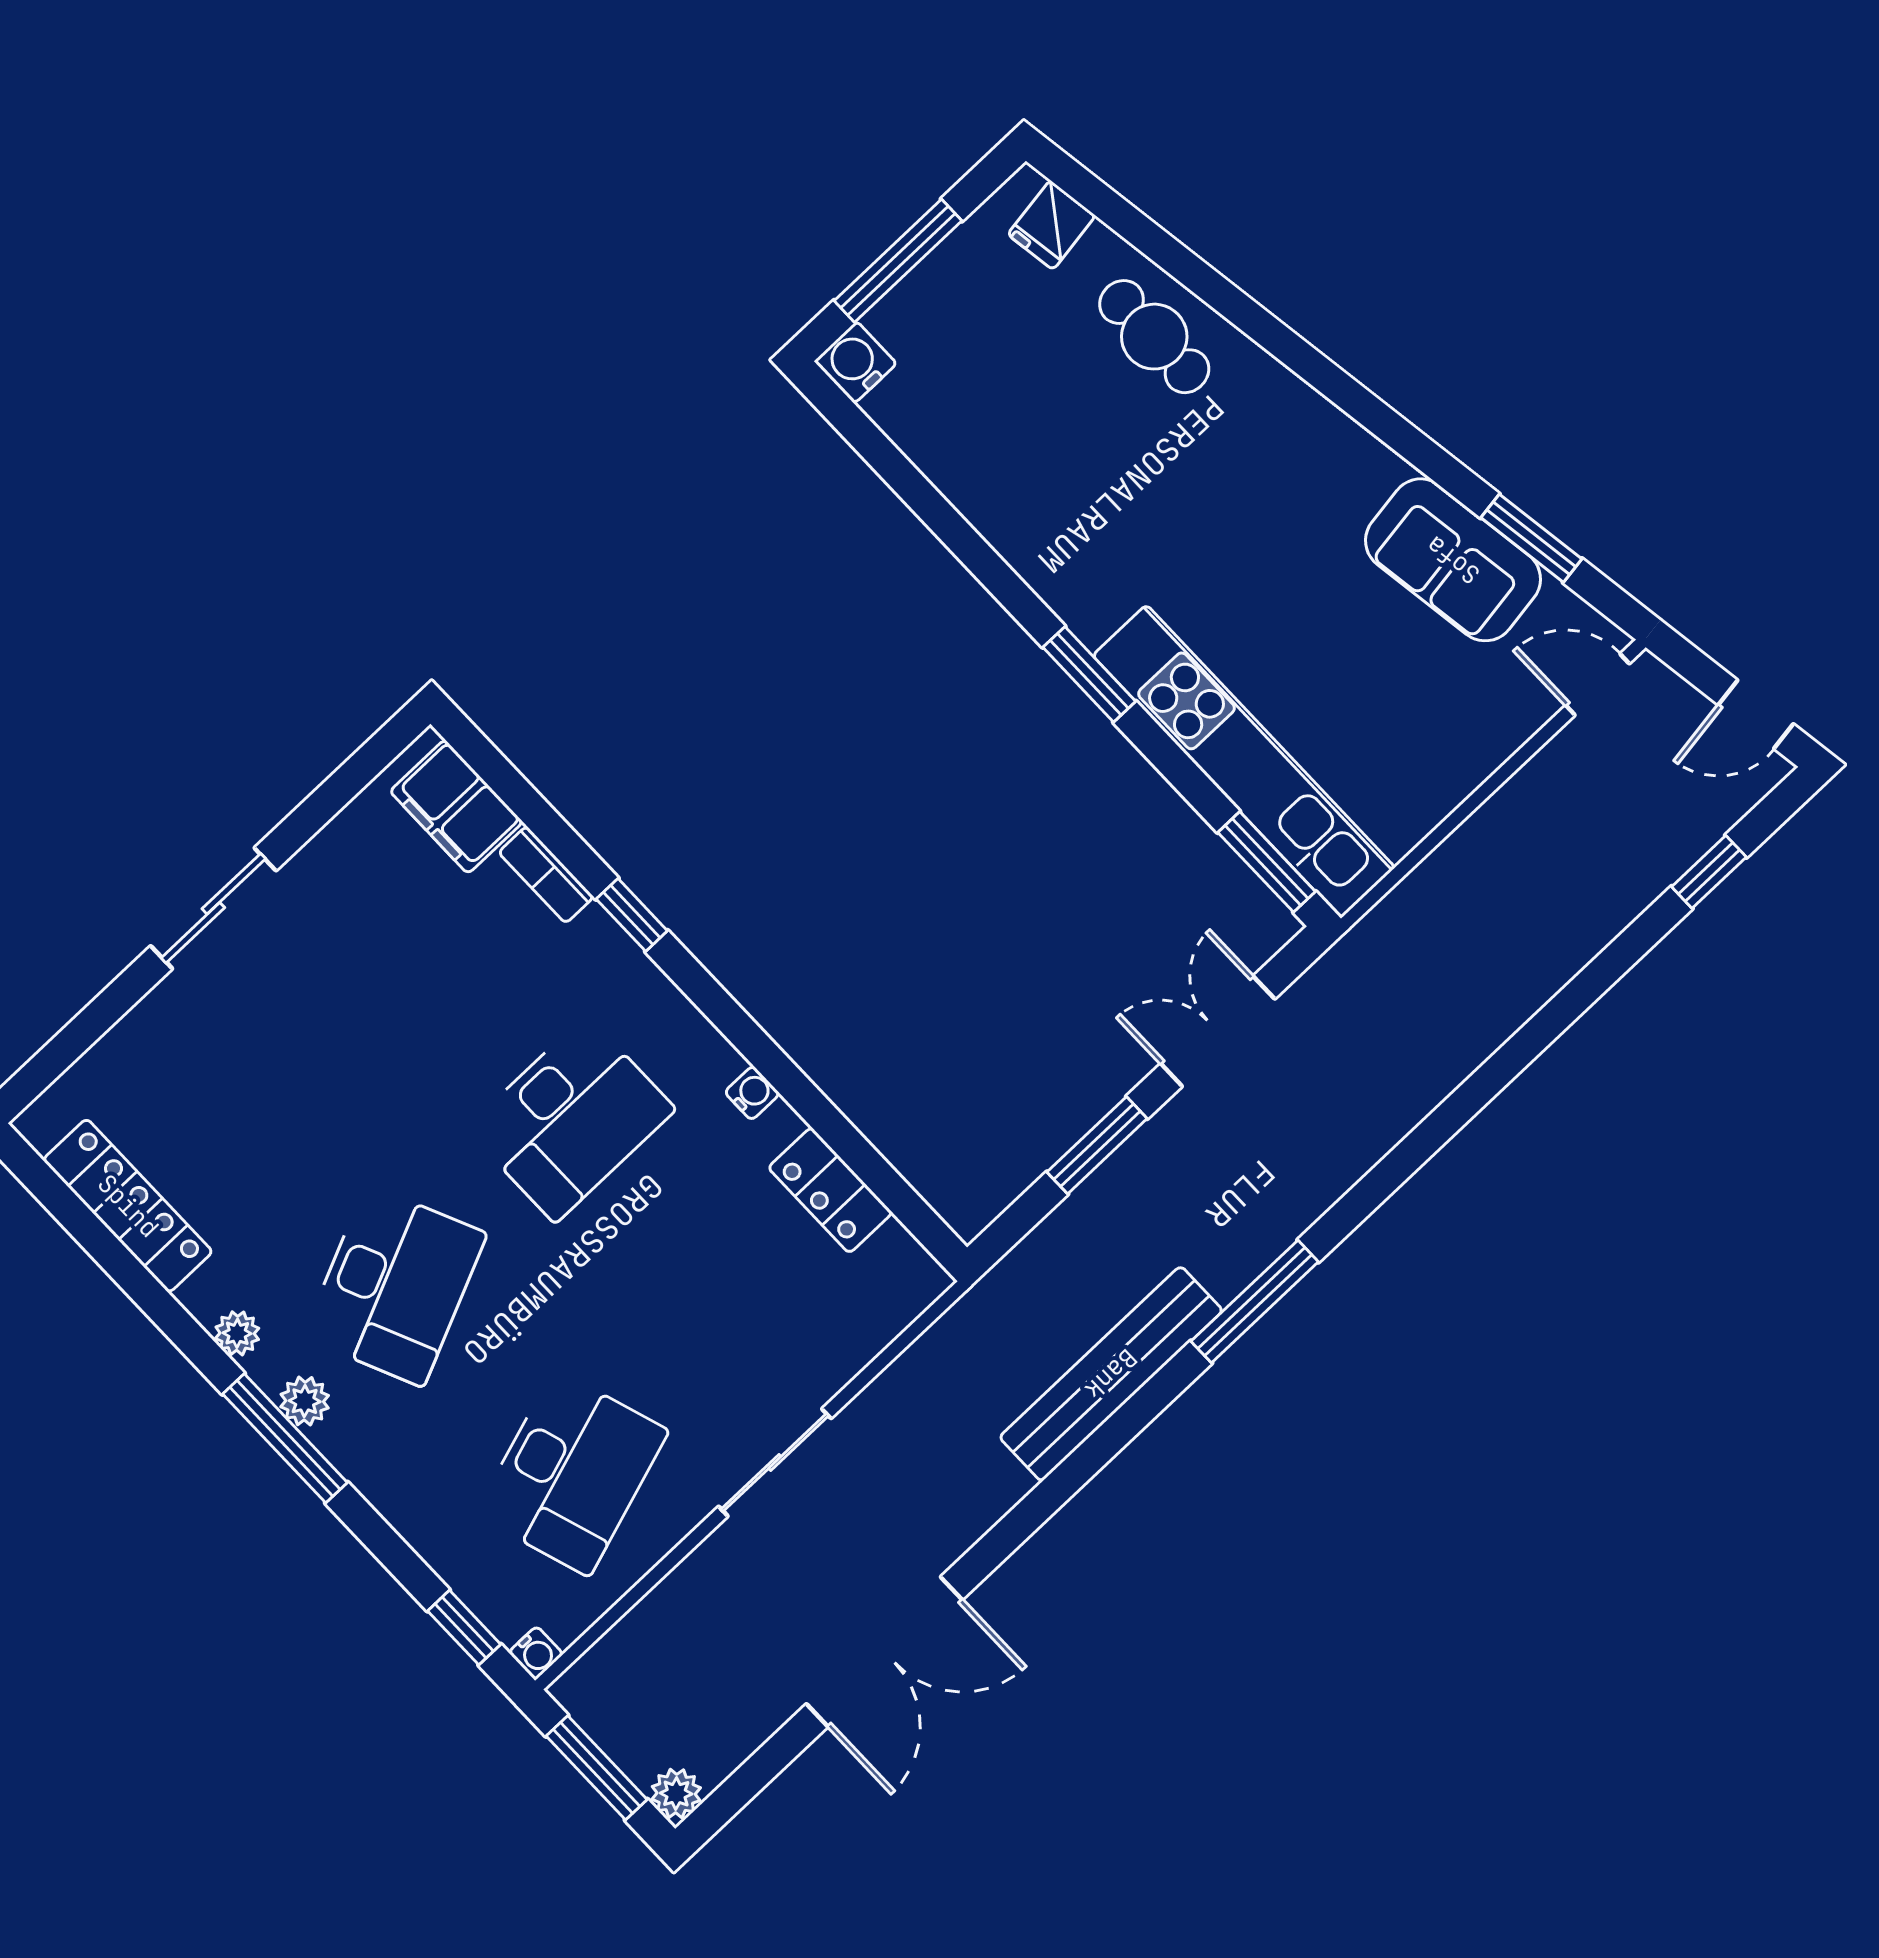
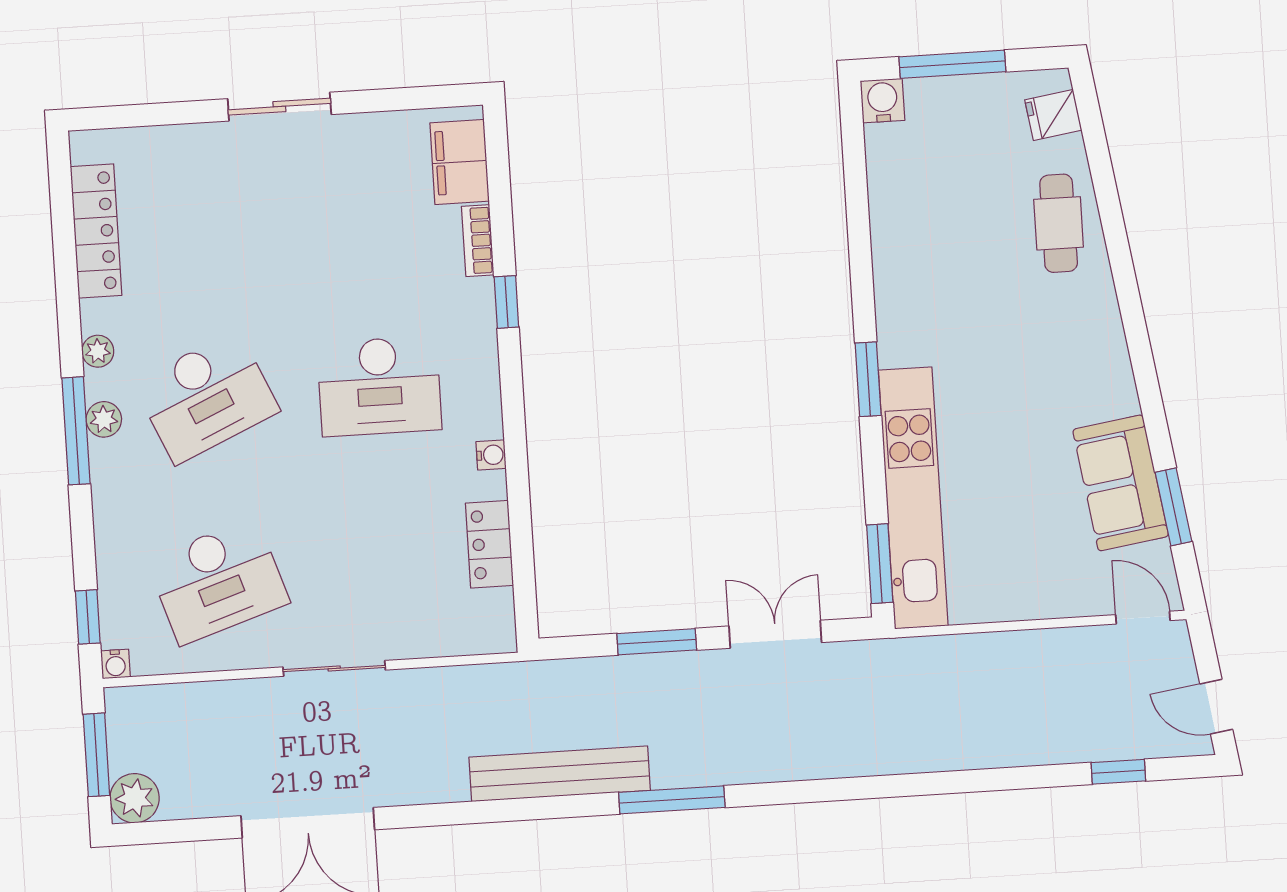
plant: (676, 1794) -> (135, 798), width x1.38, depth x1.38

